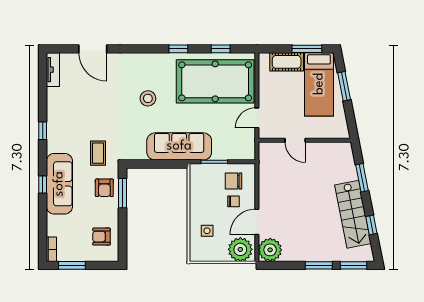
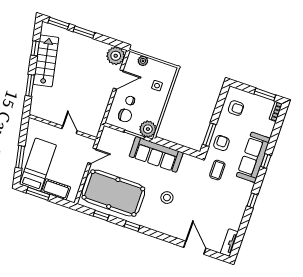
plant: (200, 174) -> (148, 129), added
plant: (240, 249) -> (143, 61), width x0.53, depth x0.53

